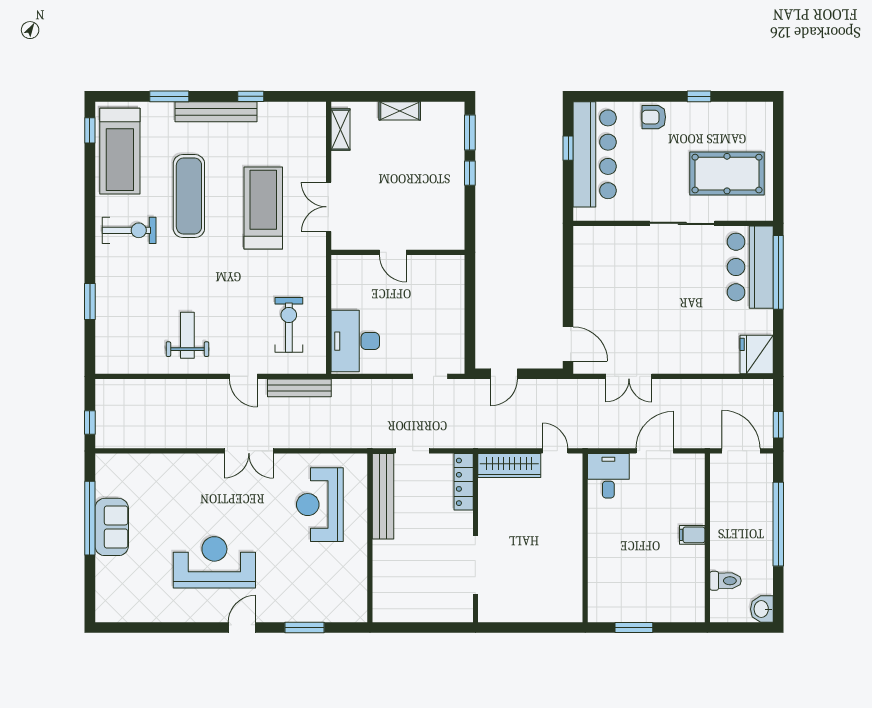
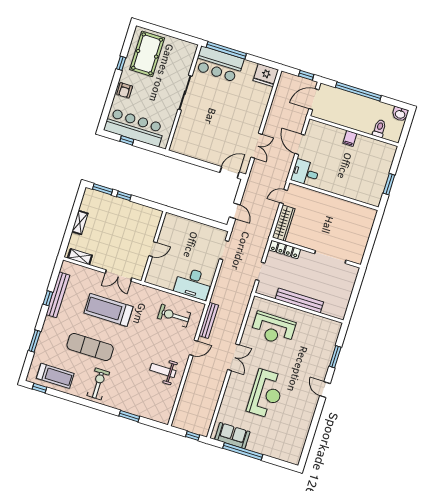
bench: (216, 112) -> (58, 295), moved
treadmill: (120, 151) -> (55, 376), width x0.73, depth x0.73
pool table: (727, 174) -> (147, 54), moved
bench: (383, 496) -> (299, 300), moved
sofa: (112, 527) -> (232, 436), moved
reception desk: (214, 562) -> (266, 394), moved, turned 180

